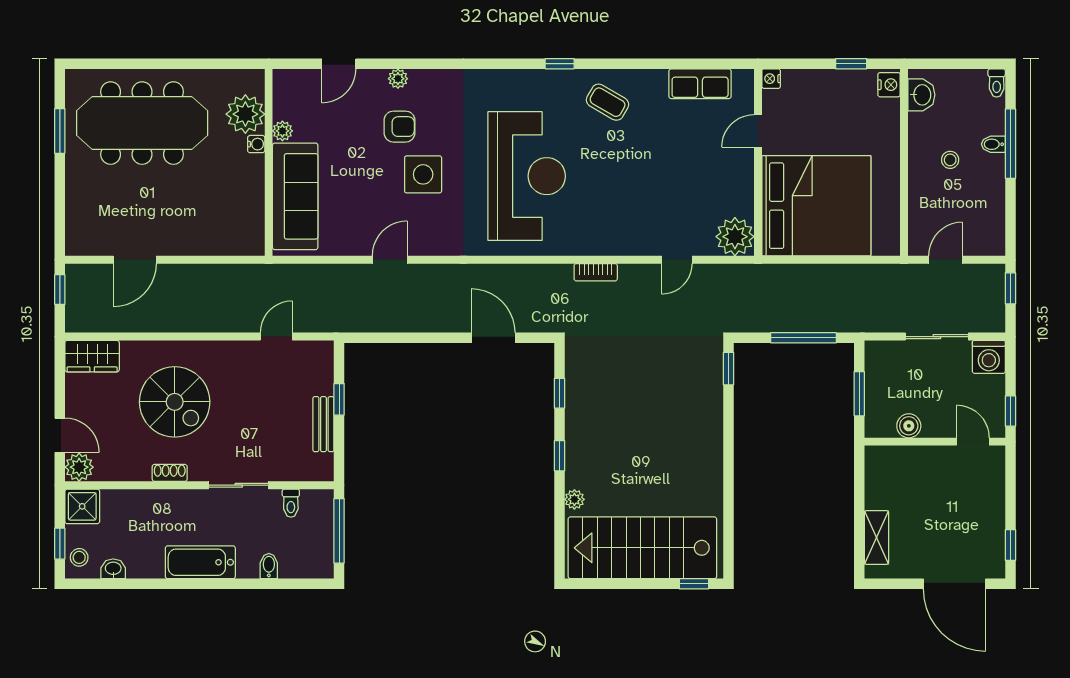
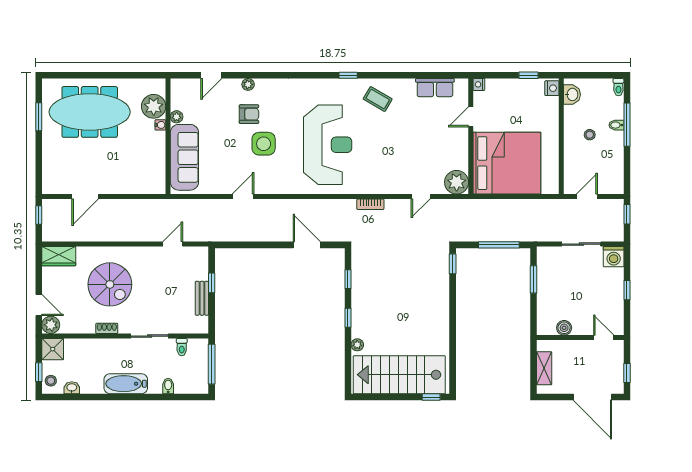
boiler: (909, 426) -> (564, 328), moved
wall: (935, 442) -> (580, 338), moved
door: (973, 442) -> (604, 338), moved

